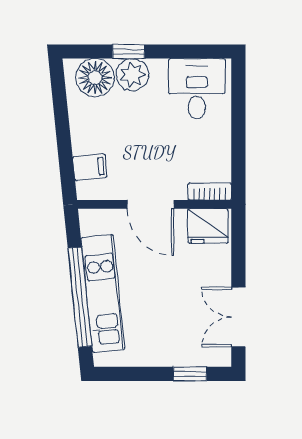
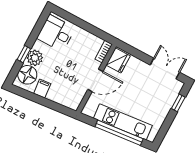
filing cabinet: (90, 167) -> (42, 89), moved
double door: (238, 317) -> (165, 69), swing flipped

